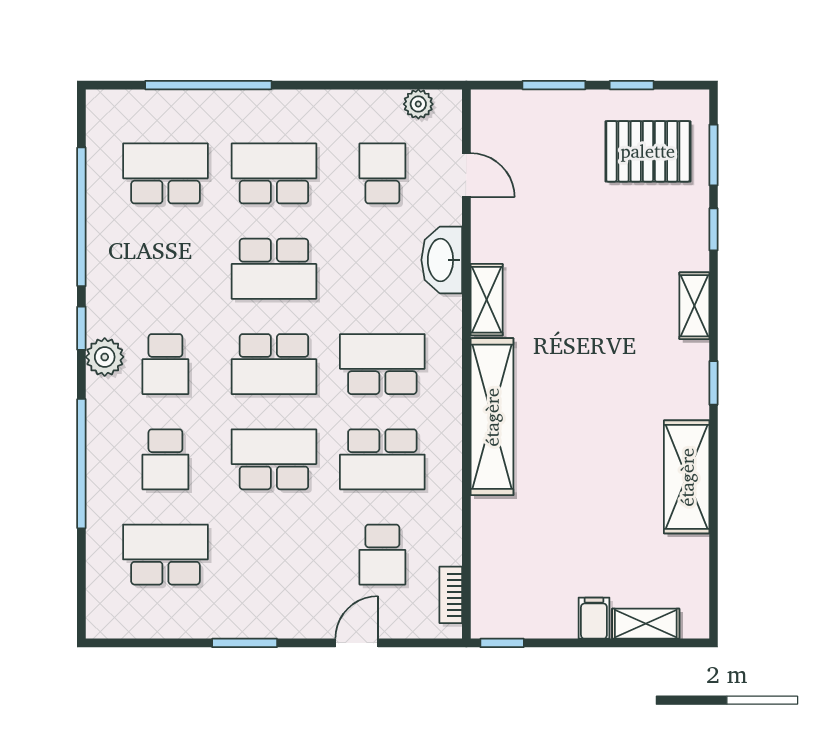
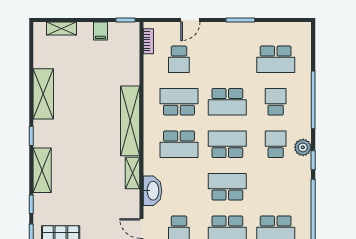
shelving: (694, 306) -> (42, 170), width x1.50, depth x1.33
school desk: (382, 555) -> (179, 59), turned 180
filing cabinet: (594, 618) -> (100, 31), moved

